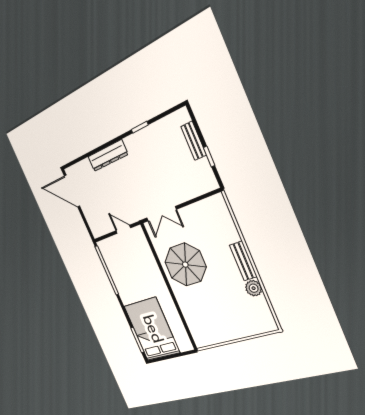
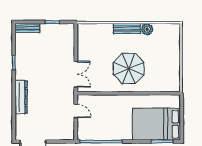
bench: (194, 141) -> (27, 28), moved
door: (123, 229) -> (76, 111), swing flipped
parasol: (185, 265) -> (129, 69), moved

